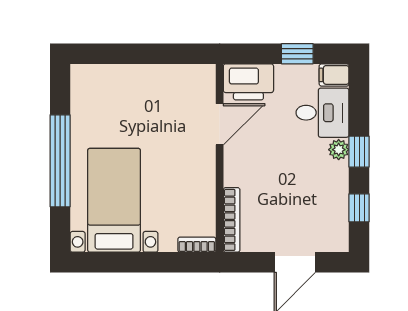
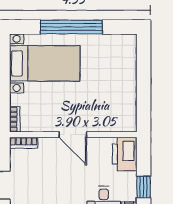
door: (220, 124) -> (73, 135), moved
bookcase: (232, 220) -> (24, 143), width x0.64

